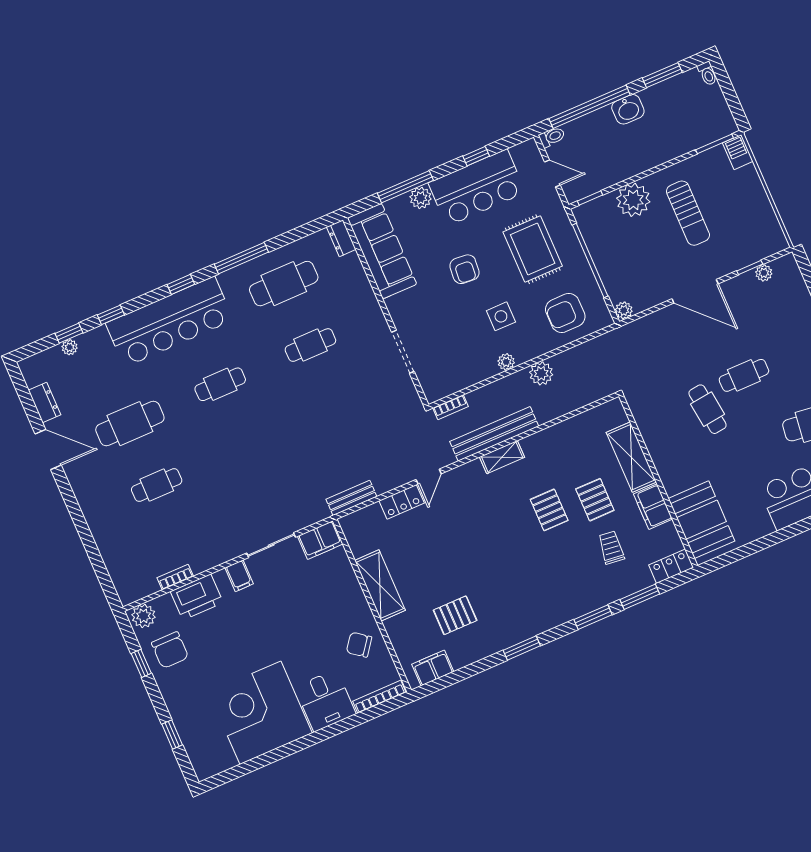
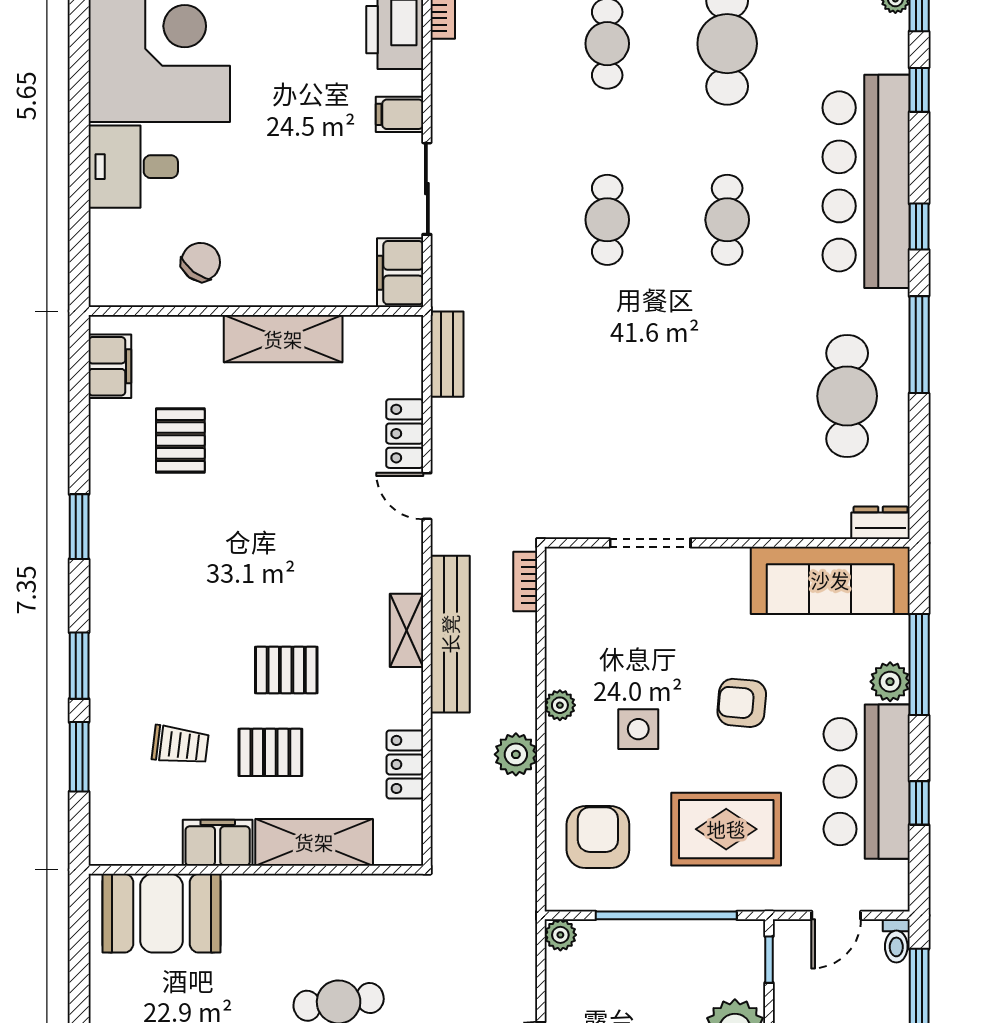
cafe table: (310, 345) -> (607, 220), moved
locker: (671, 566) -> (405, 764), moved, turned 180
bookcase: (379, 697) -> (101, 258), removed

